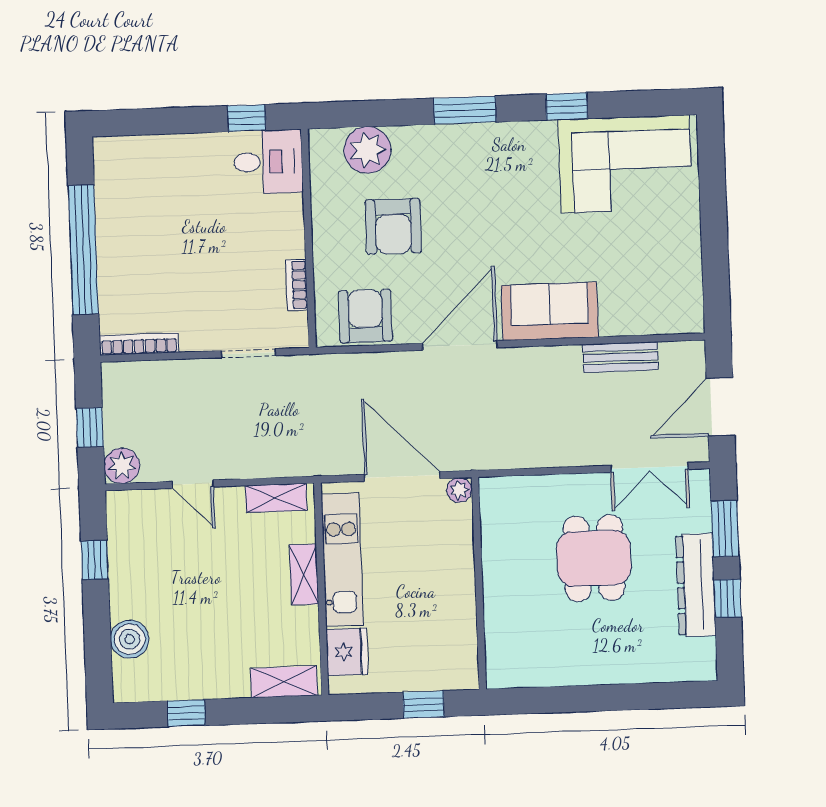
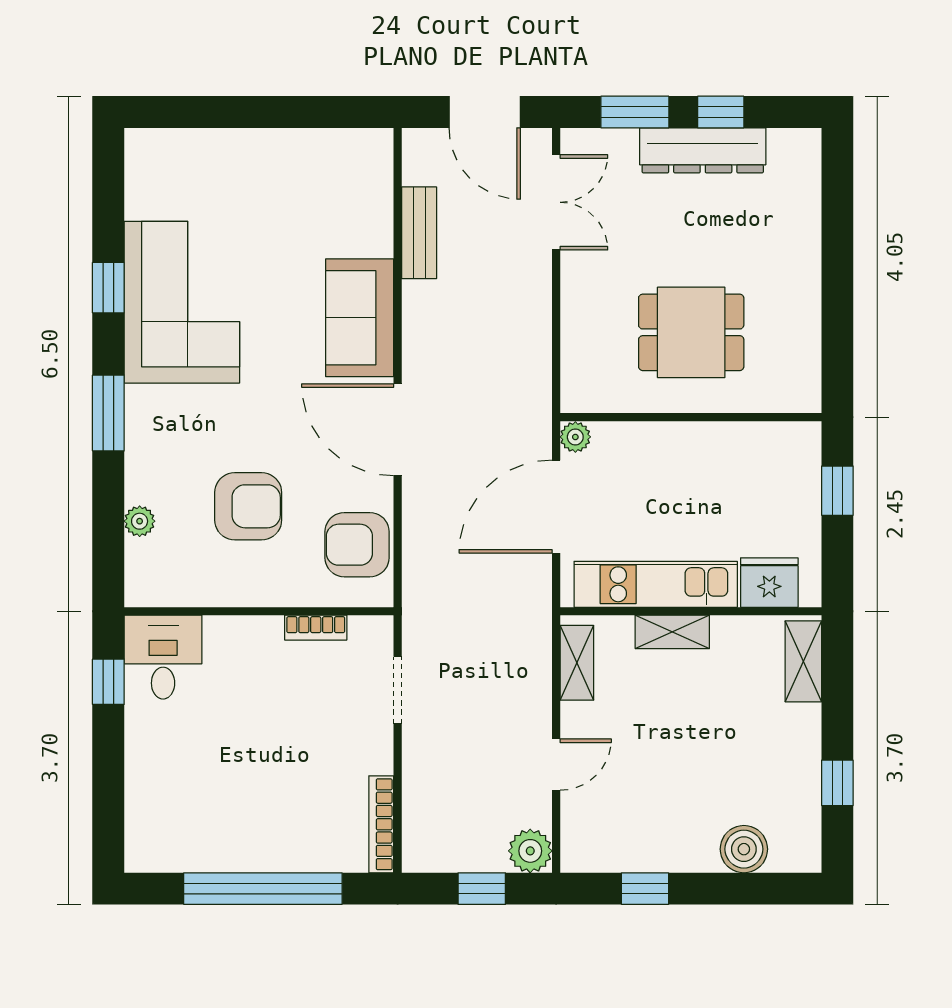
plant: (367, 150) -> (140, 521), width x0.53, depth x0.53
corner sofa: (625, 164) -> (182, 302), moved
dining table: (594, 558) -> (691, 332), moved

